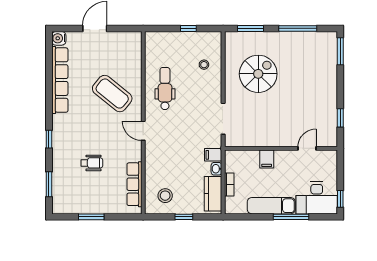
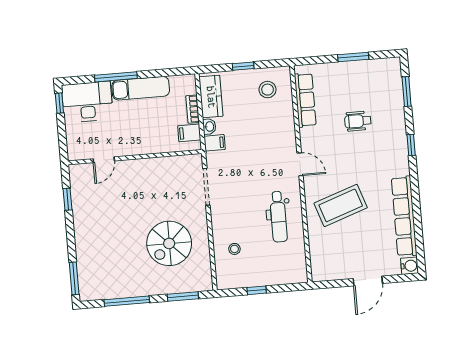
coffee table: (112, 94) -> (341, 205), turned -58
filing cabinet: (267, 159) -> (189, 133), moved, turned -90

